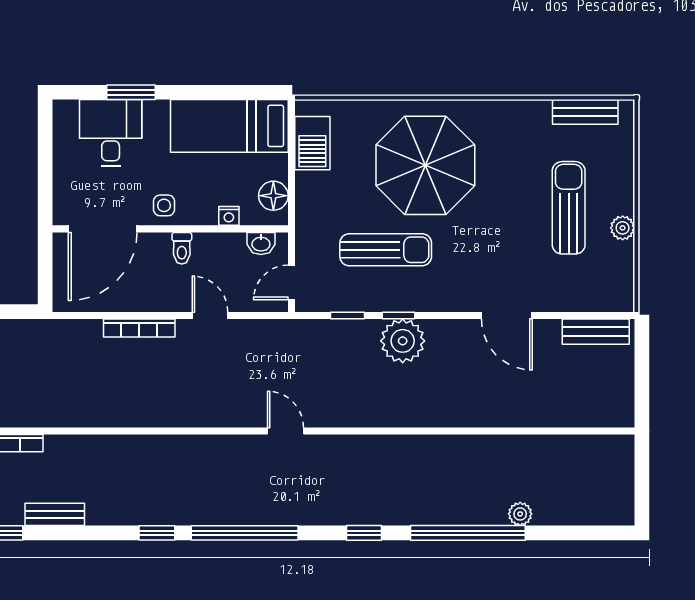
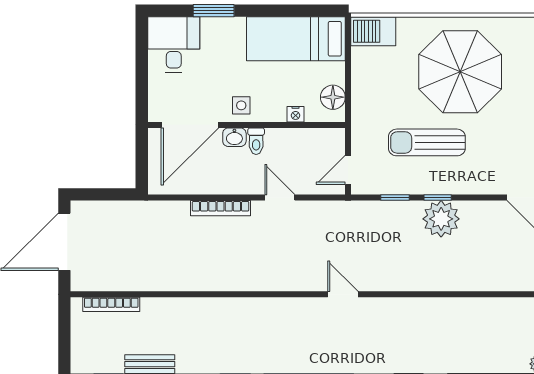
desk: (111, 133) -> (174, 45), moved
barbecue: (312, 143) -> (373, 31), moved, turned 90
washbasin: (261, 243) -> (234, 137), moved
sun lounger: (386, 250) -> (427, 142), turned 180

